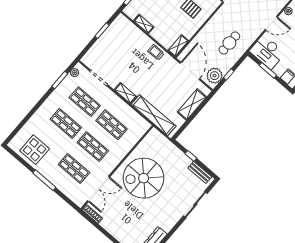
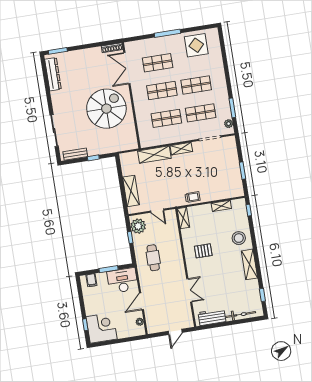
door: (190, 71) -> (157, 211), width x0.53
shelving: (154, 115) -> (154, 155), width x0.68

